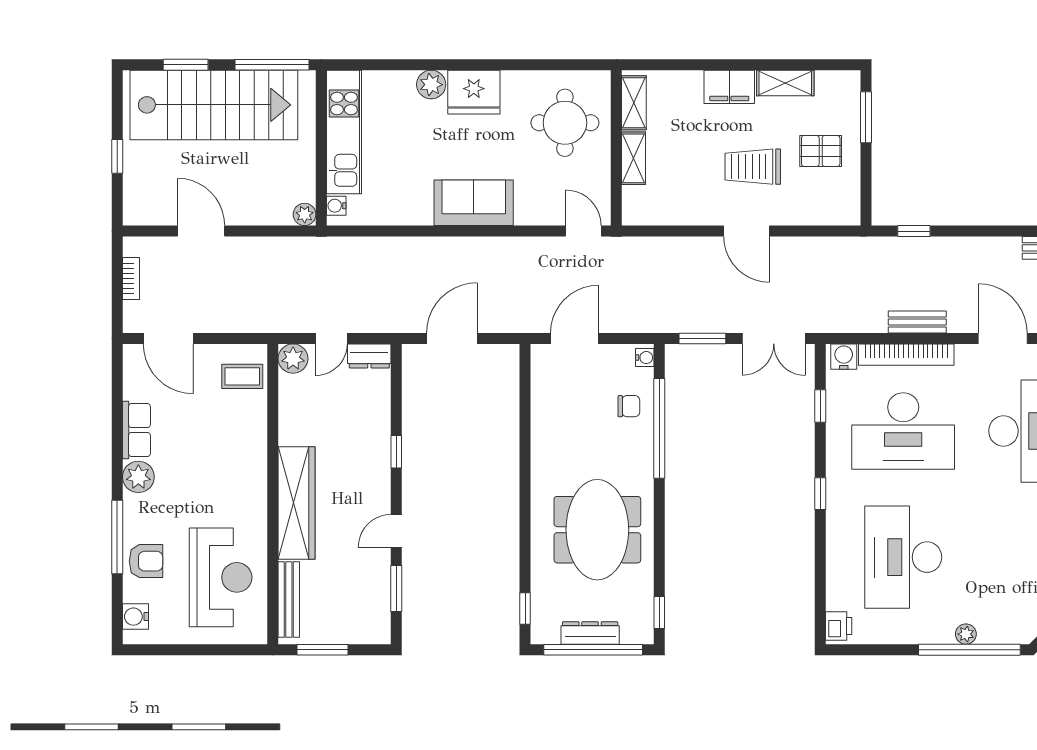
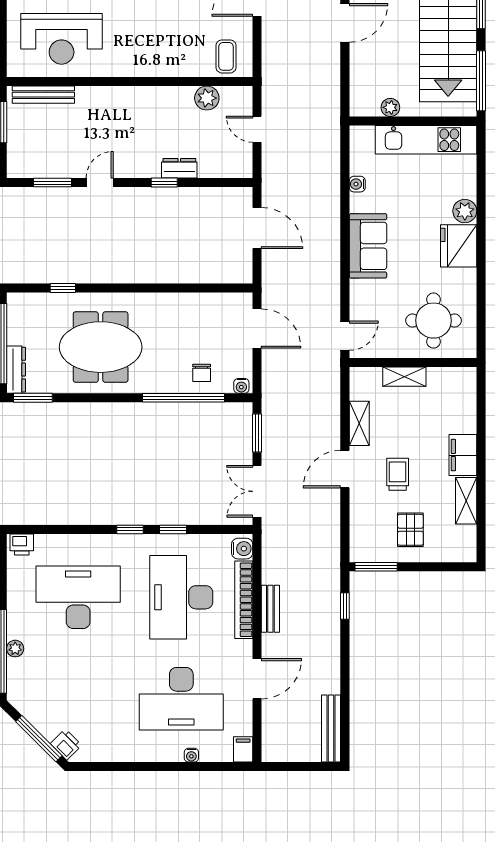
shelving: (634, 103) -> (359, 423), moved, turned 90
window: (866, 117) -> (376, 567), moved
trolley: (753, 167) -> (398, 474), width x0.73, depth x0.72
water cooler: (336, 206) -> (357, 184), moved, turned -90
plant: (305, 214) -> (390, 107), moved
dresser: (369, 356) -> (179, 168), moved, turned 90
plant: (293, 359) -> (207, 98), moved
window: (820, 406) -> (173, 529), moved
wardrobe: (296, 503) -> (122, 101), removed
door: (396, 531) -> (100, 183), hinge flipped
window: (525, 609) -> (63, 288), moved
window: (659, 612) -> (33, 398), width x1.50
dresser: (590, 633) -> (16, 370), moved

